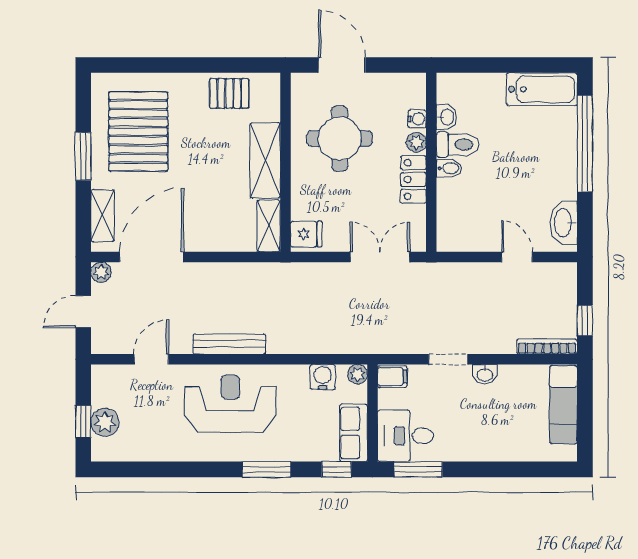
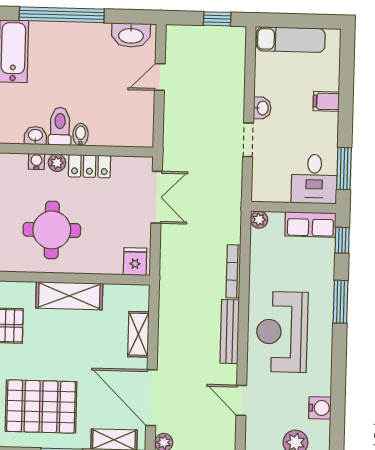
shelving: (269, 226) -> (138, 334), moved, turned 90
double door: (380, 257) -> (157, 197), swing flipped
bookcase: (547, 346) -> (233, 271), moved
water cooler: (323, 377) -> (320, 408), moved, turned 180
filing cabinet: (392, 377) -> (326, 101), moved, turned -90

